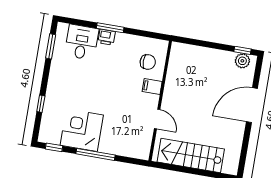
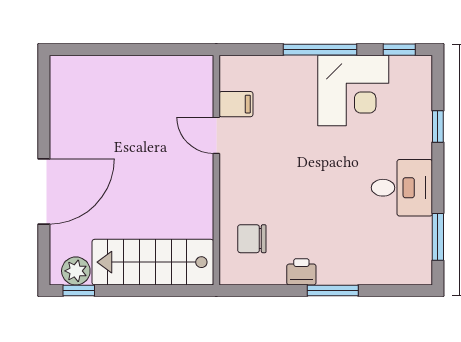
printer: (107, 37) -> (301, 272), moved
desk: (82, 42) -> (402, 188), moved, turned -90
filing cabinet: (152, 86) -> (236, 104), moved
stairs: (191, 155) -> (153, 262), moved, turned 180

